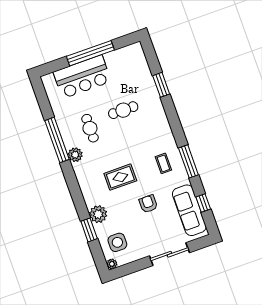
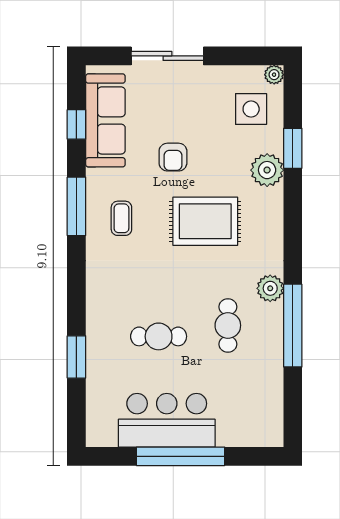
bar counter: (82, 77) -> (167, 420), moved
rug: (120, 177) -> (205, 221), width x1.36, depth x1.43

